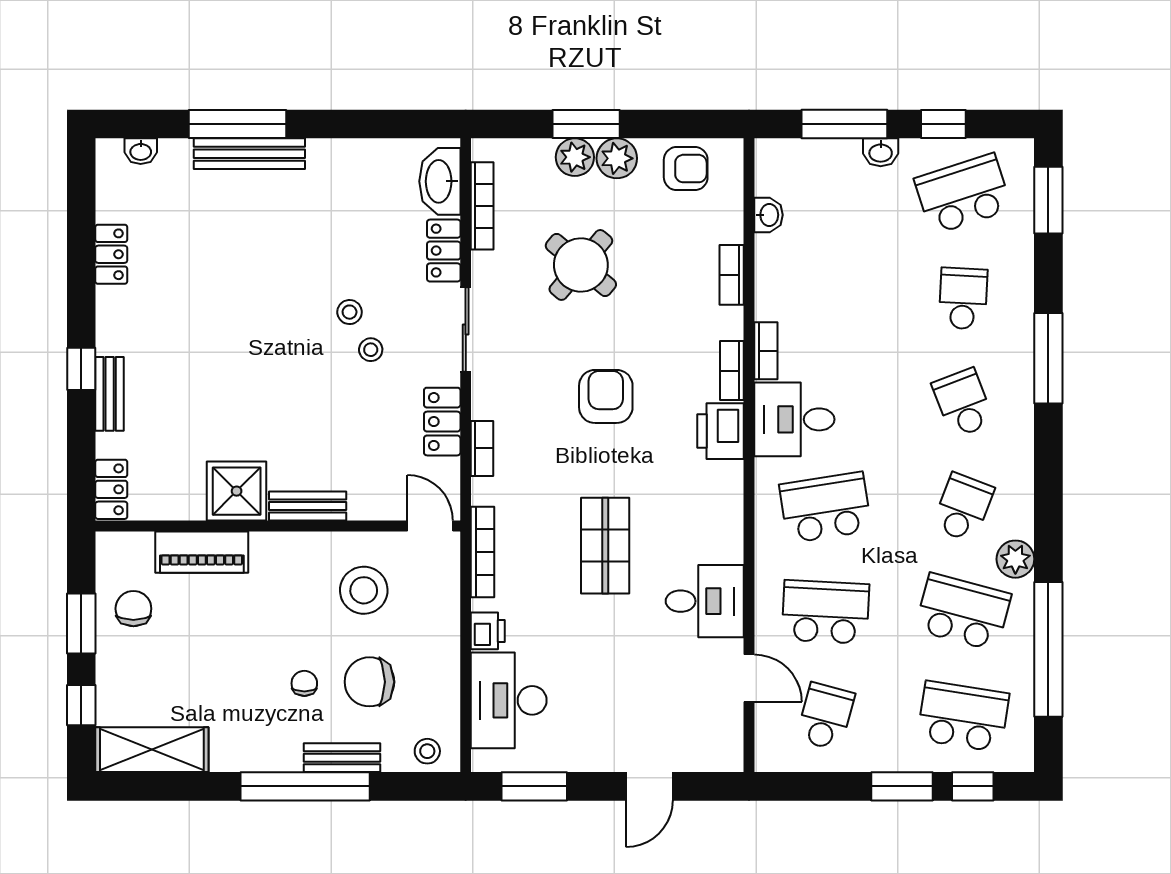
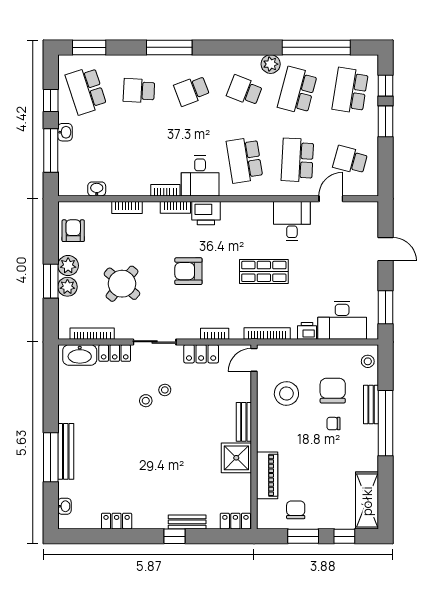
chair: (133, 609) -> (296, 510), turned 90
chair: (369, 682) -> (333, 391), turned 180

